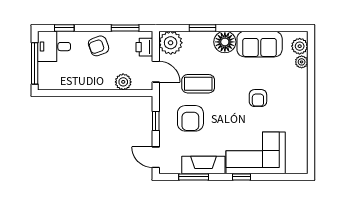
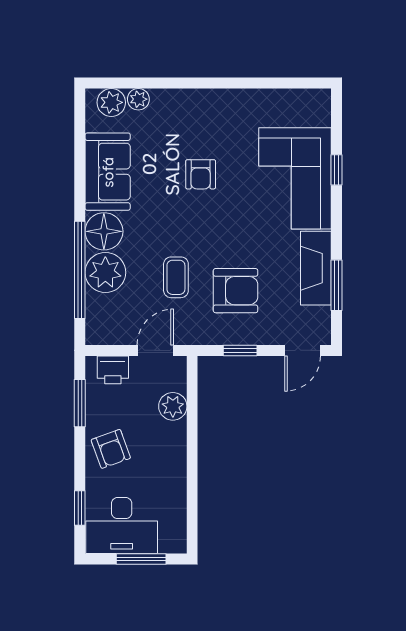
window: (202, 28) -> (80, 270), width x2.11
plant: (171, 43) -> (105, 272), moved
desk: (54, 47) -> (122, 525), width x1.37
window: (35, 63) -> (141, 559), width x0.69
coffee table: (198, 84) -> (176, 277), width x0.73, depth x0.77
armchair: (258, 98) -> (201, 174), turned 90
window: (242, 177) -> (337, 170), moved

